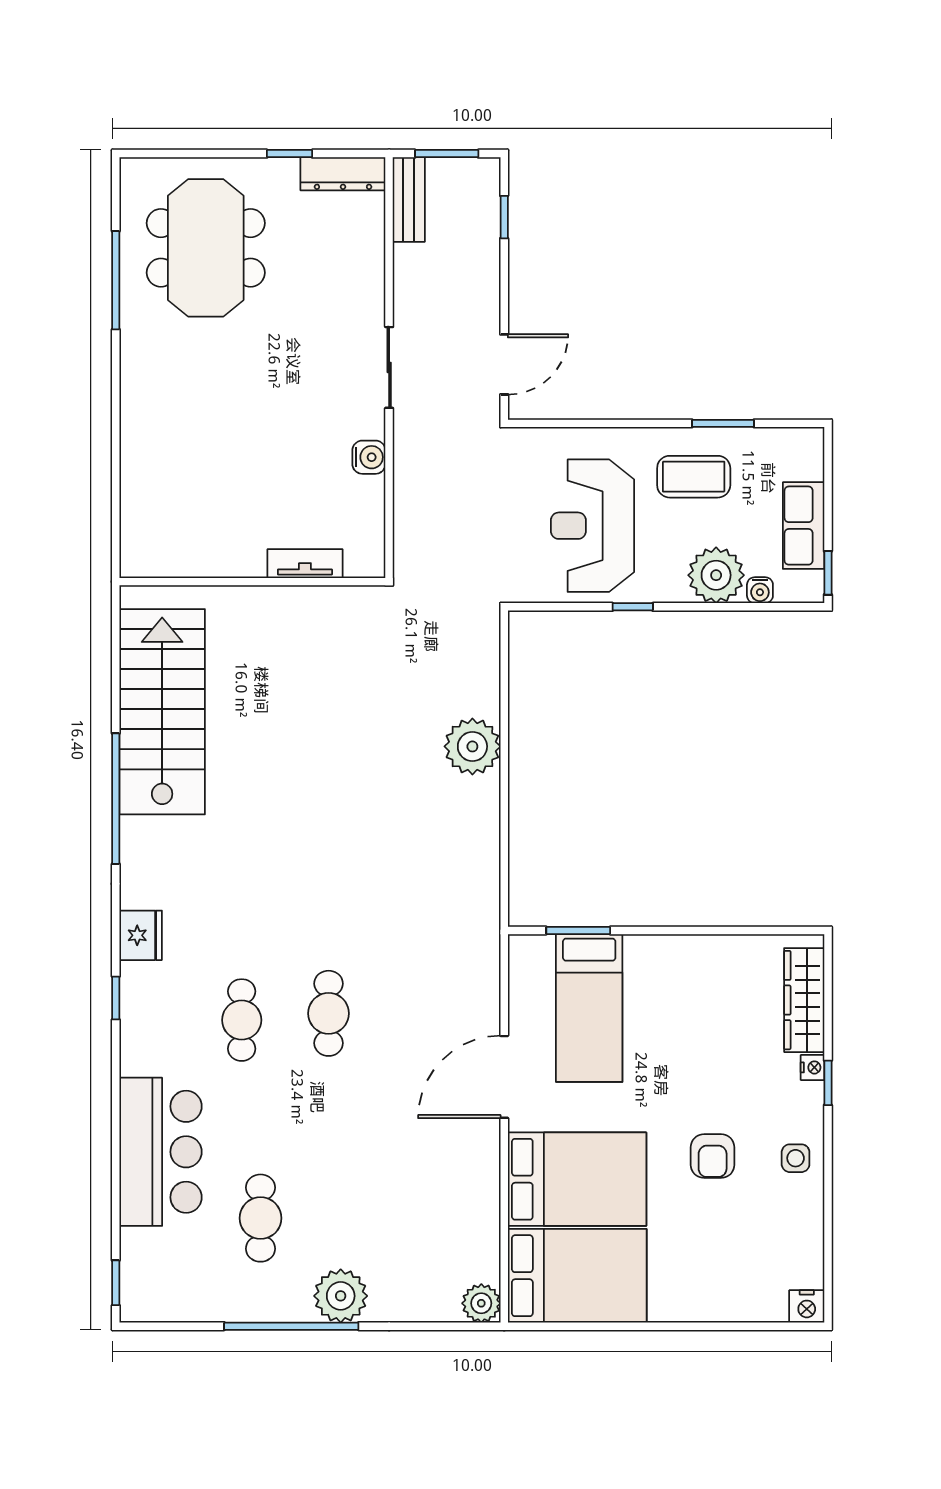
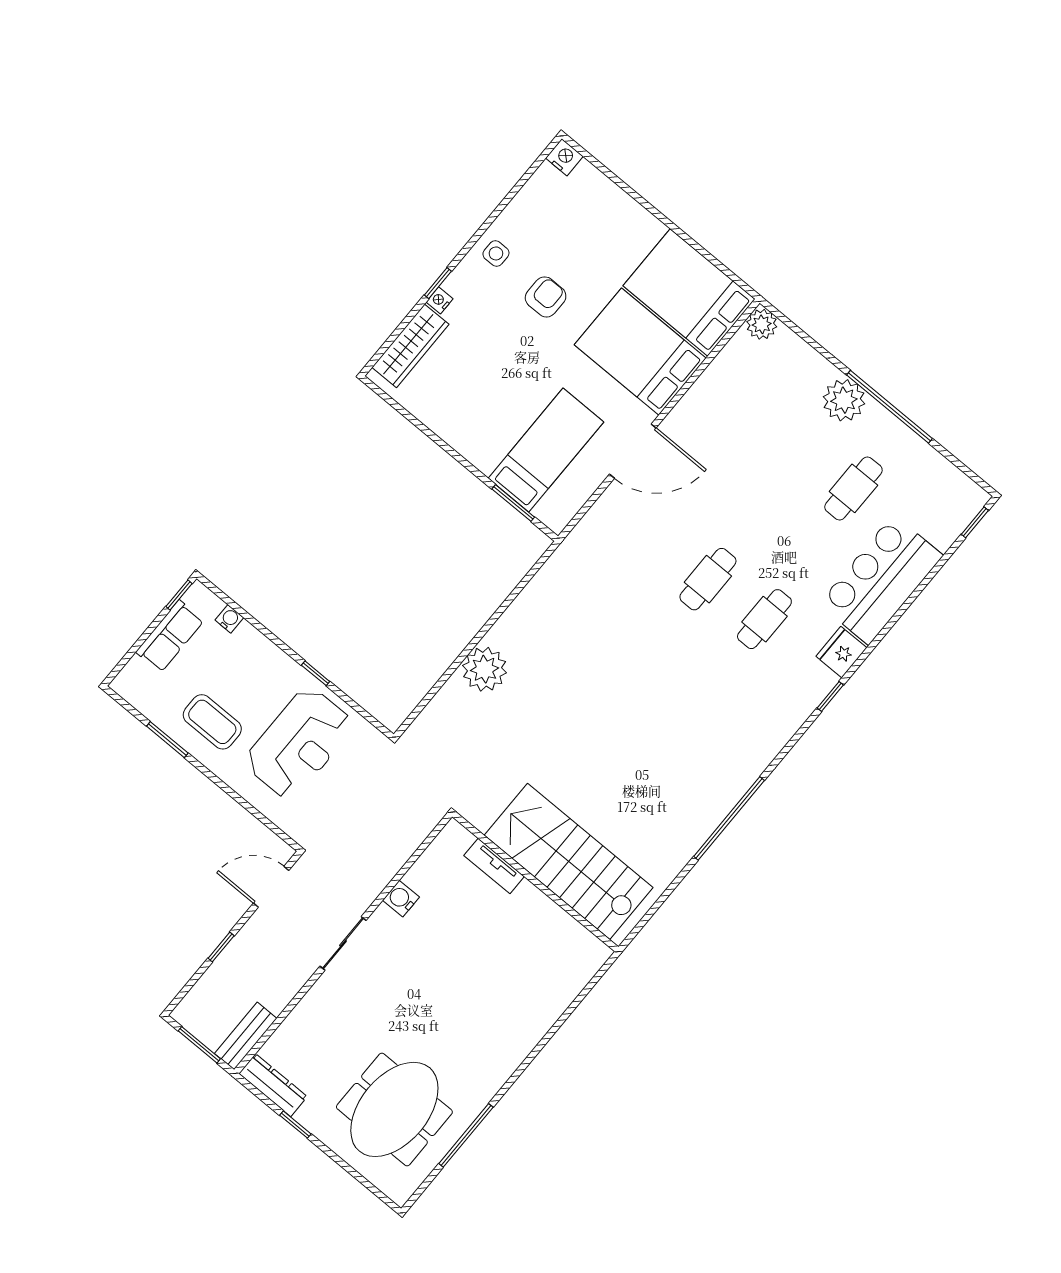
window: (504, 217) -> (221, 947), moved
plant: (716, 575) -> (249, 650), removed
stairs: (162, 712) -> (569, 861), moved, turned 90
fridge: (141, 935) -> (841, 652), moved

